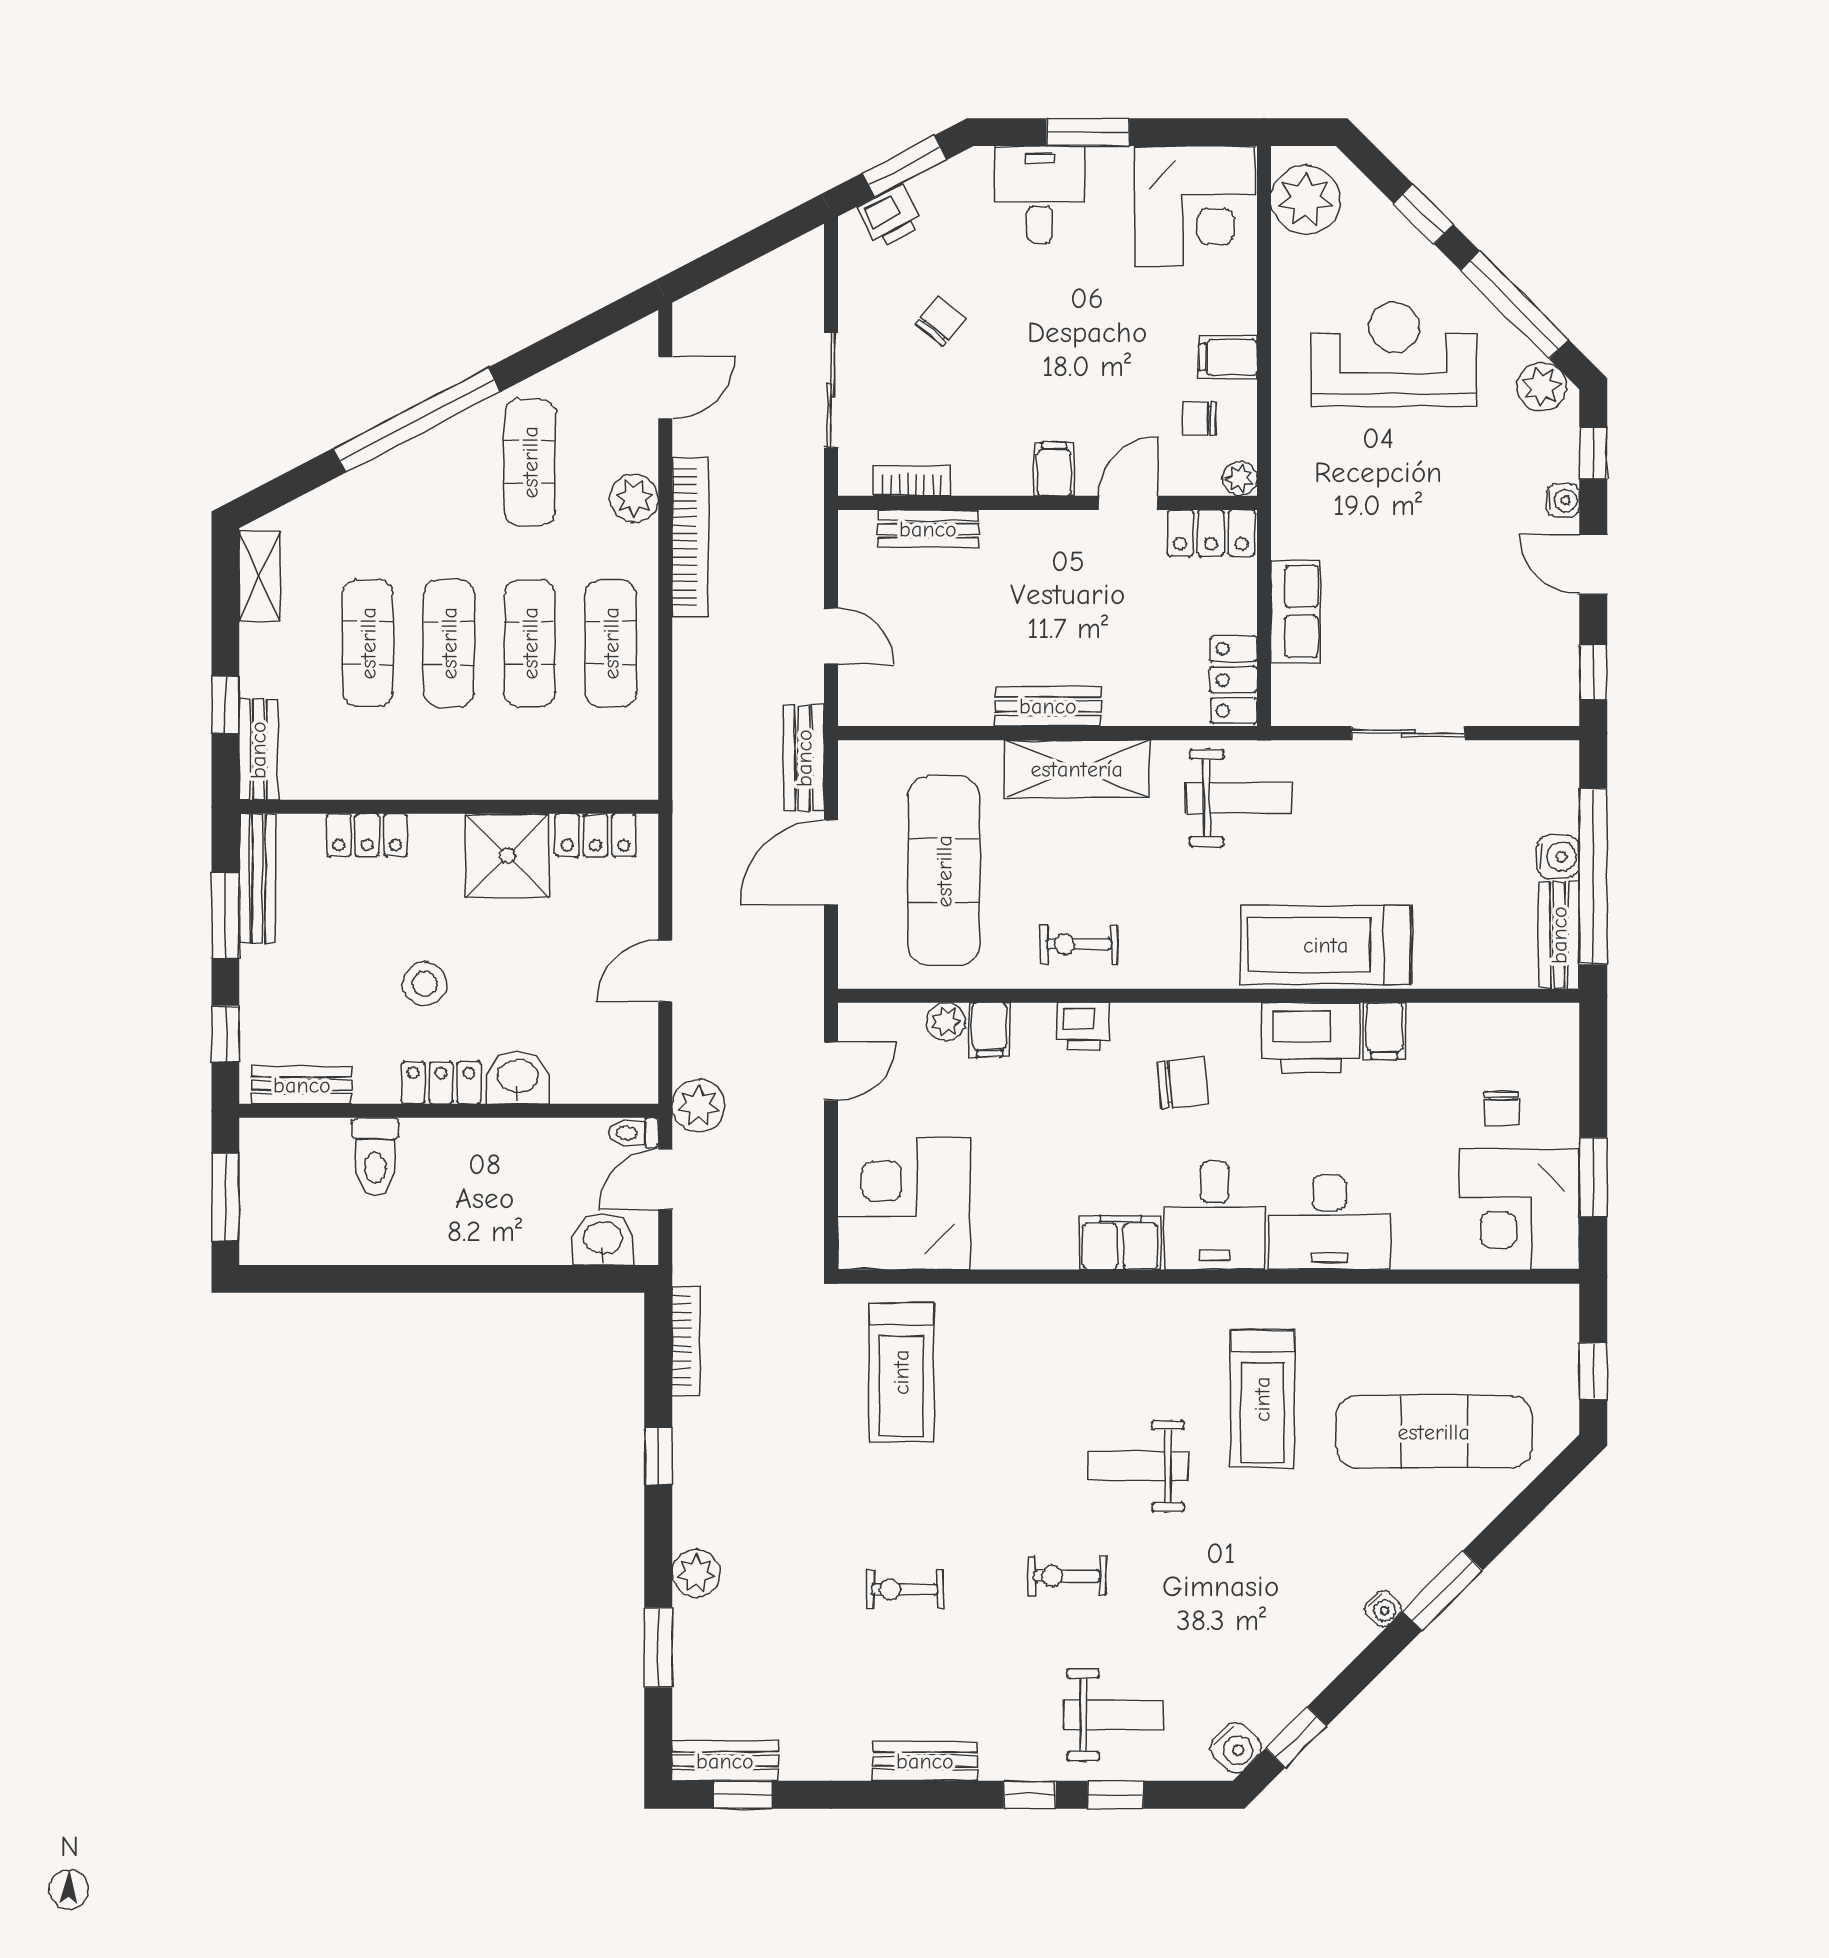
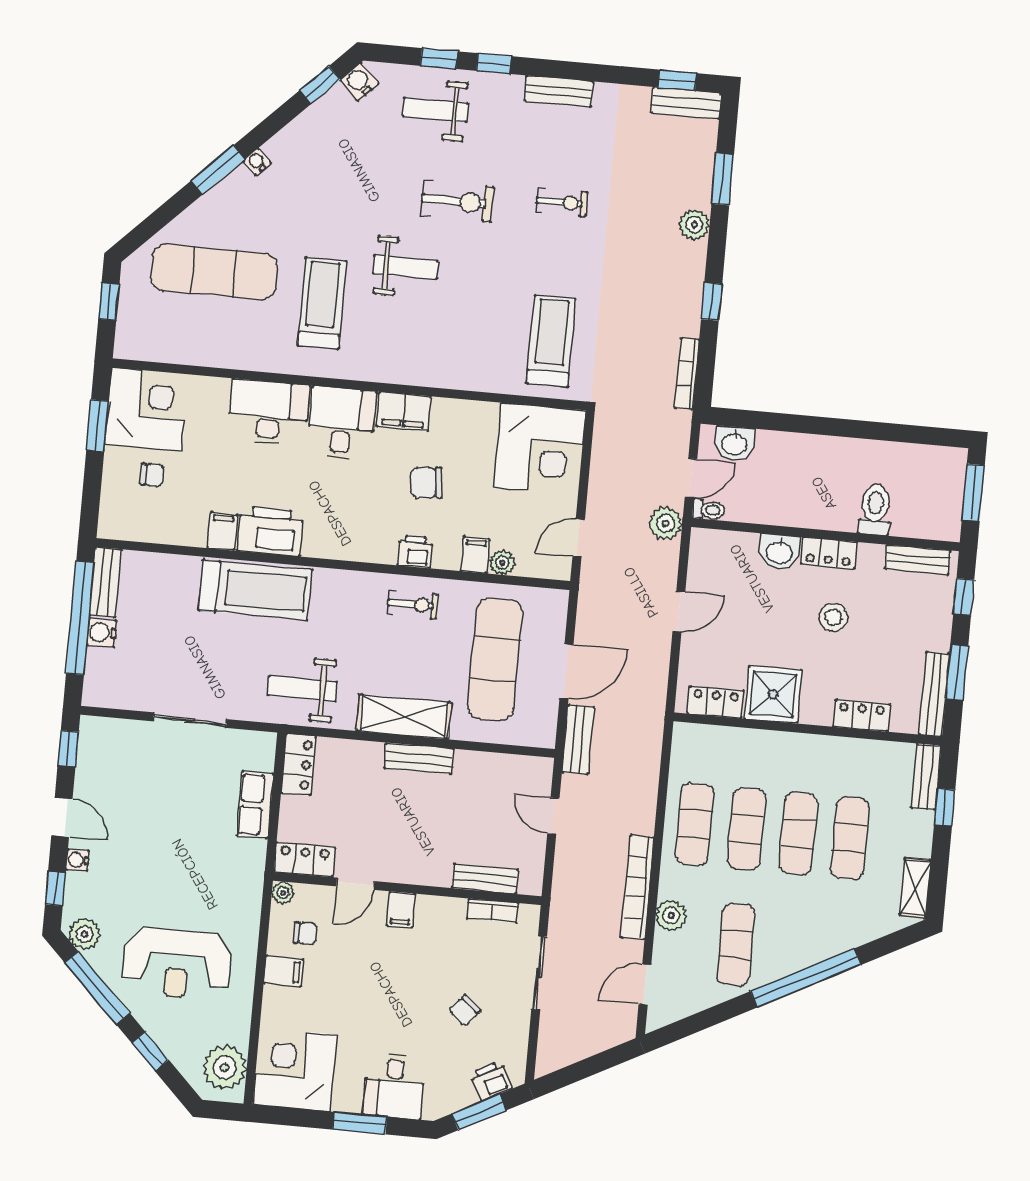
chair: (1182, 1083) -> (427, 483), moved
chair: (1502, 1108) -> (152, 475), turned 90
exercise bike: (1067, 1576) -> (457, 201), width x1.38, depth x1.39

